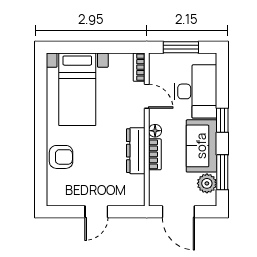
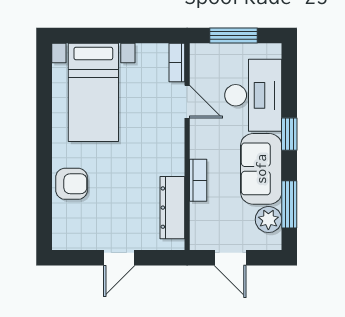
floor lamp: (155, 131) -> (198, 148), removed
dresser: (136, 151) -> (172, 208), moved
door: (178, 212) -> (230, 258), width x0.73

